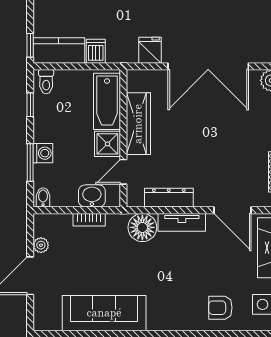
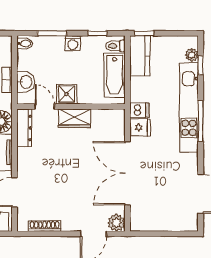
dishwasher: (96, 51) -> (139, 110), moved
bathtub: (107, 101) -> (115, 75), moved, turned -90
wardrobe: (138, 124) -> (74, 118), width x0.67
washing machine: (43, 153) -> (73, 43), moved
dresser: (169, 198) -> (24, 128), moved

